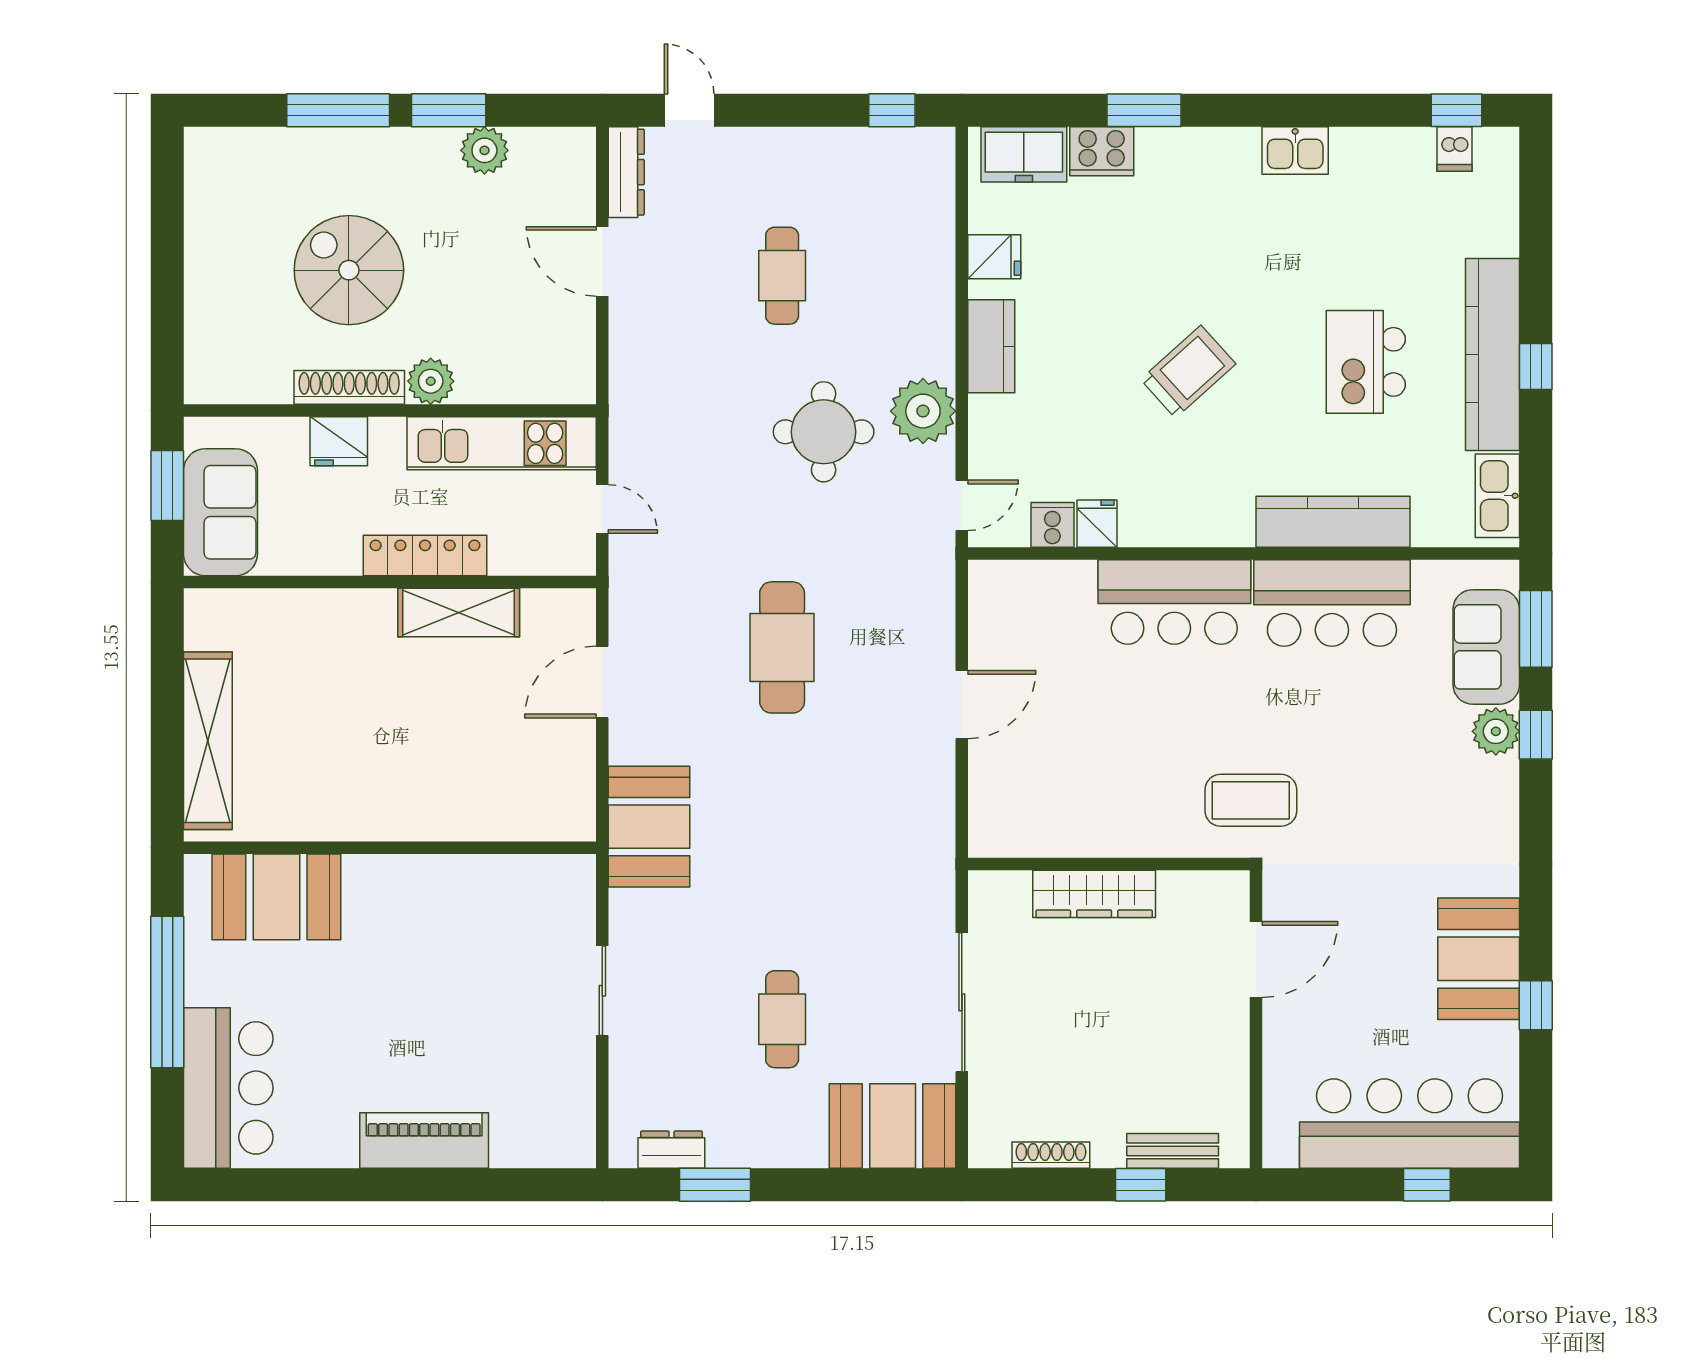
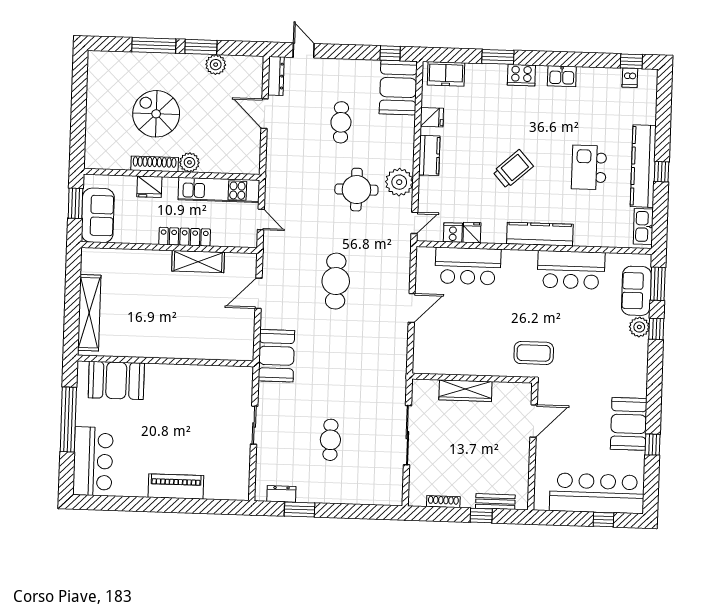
cooker: (1102, 151) -> (521, 75), moved
kitchen counter: (1333, 522) -> (540, 234), moved
bar counter: (1174, 602) -> (468, 266), moved
booth: (893, 1126) -> (398, 87), moved, turned 90

